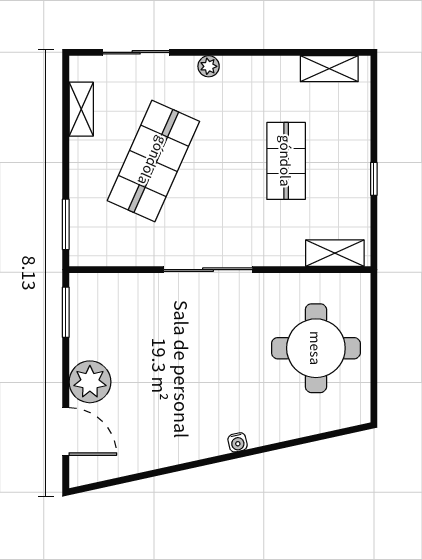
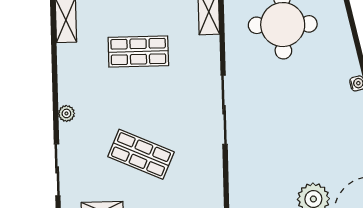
shop shelf: (153, 161) -> (141, 154), width x0.70, depth x0.74

